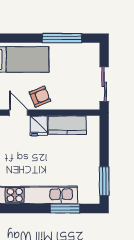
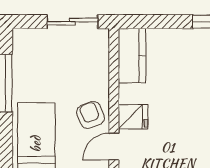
kitchen counter: (67, 125) -> (132, 56), moved

